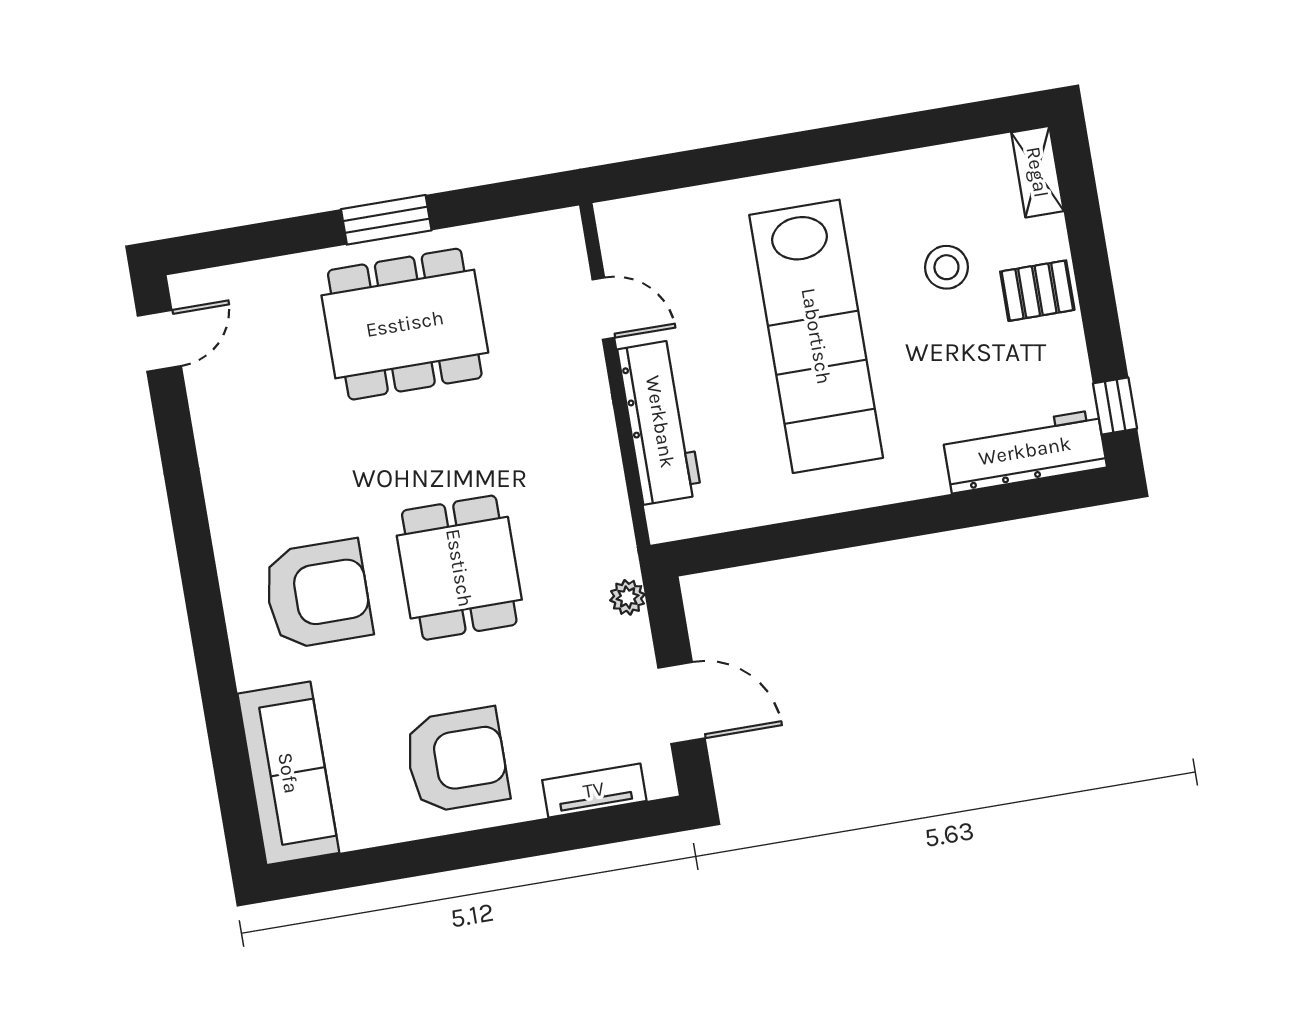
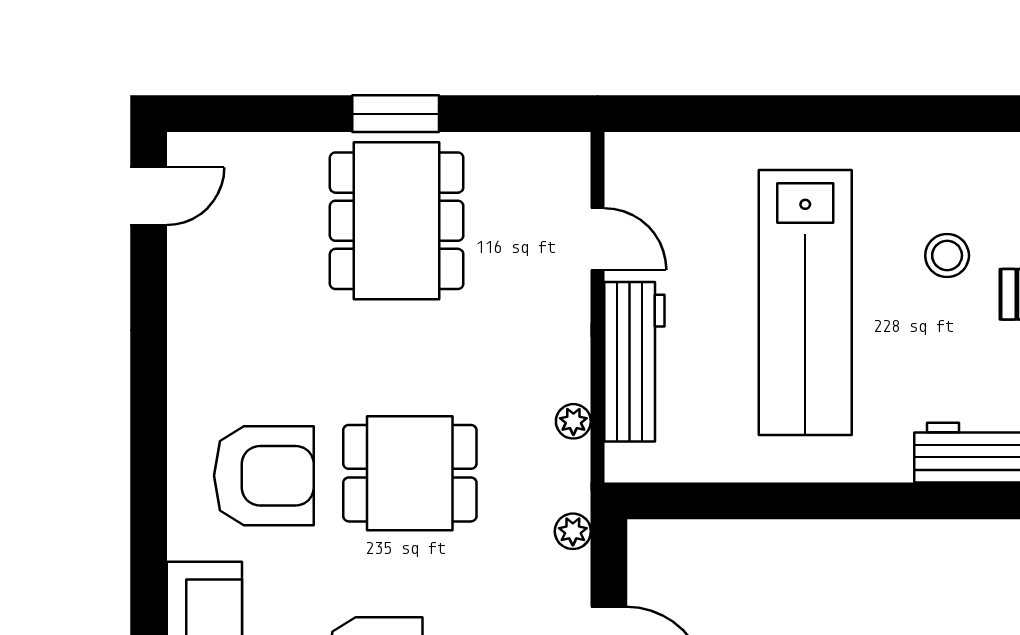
dining table: (405, 324) -> (397, 221), turned 90
plant: (610, 490) -> (573, 421), added
dining table: (459, 568) -> (410, 473), turned 90

